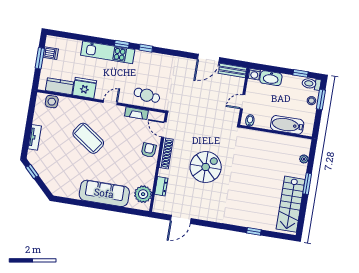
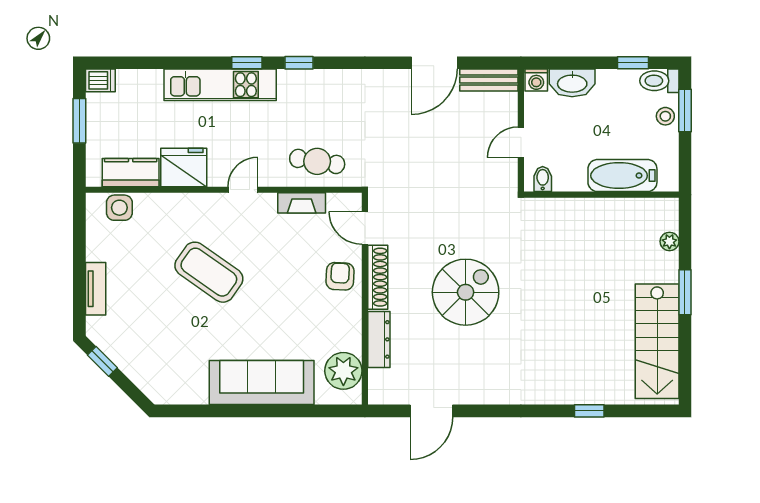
dishwasher: (51, 53) -> (100, 80), moved
dresser: (161, 186) -> (379, 339), width x1.44

